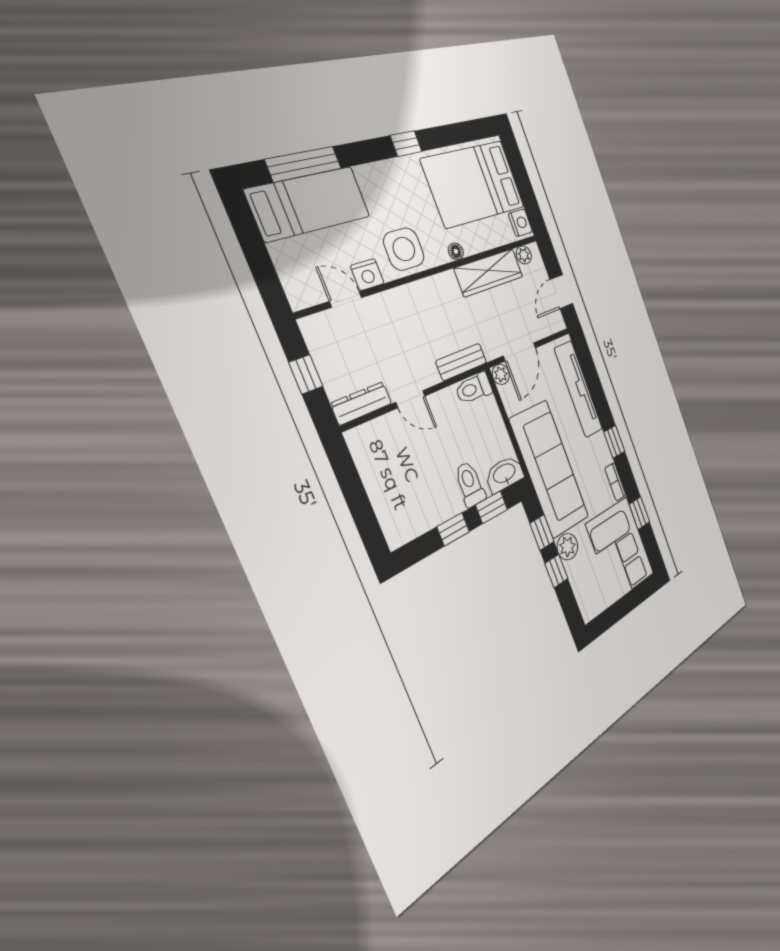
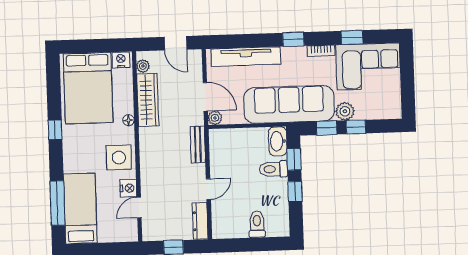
toilet: (474, 388) -> (257, 224), moved, turned 180

